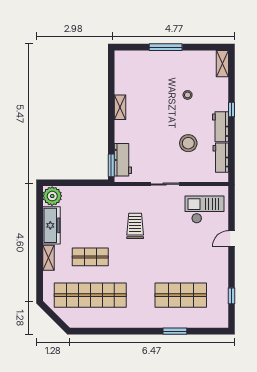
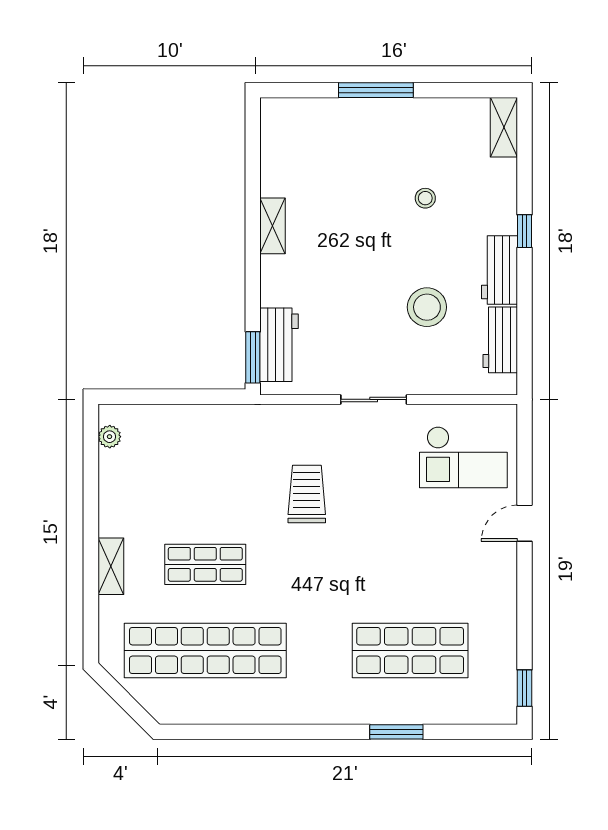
plant: (52, 196) -> (110, 437), width x0.53, depth x0.53
checkout: (204, 210) -> (463, 457), turned 180
freezer: (51, 225) -> (118, 493), removed
window: (231, 296) -> (524, 688), moved

